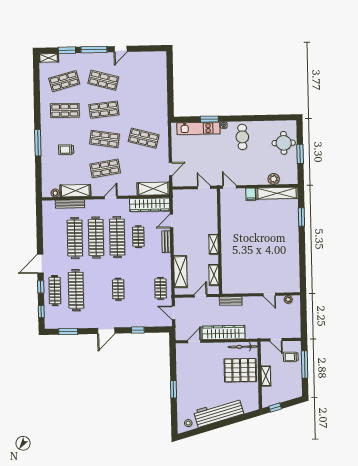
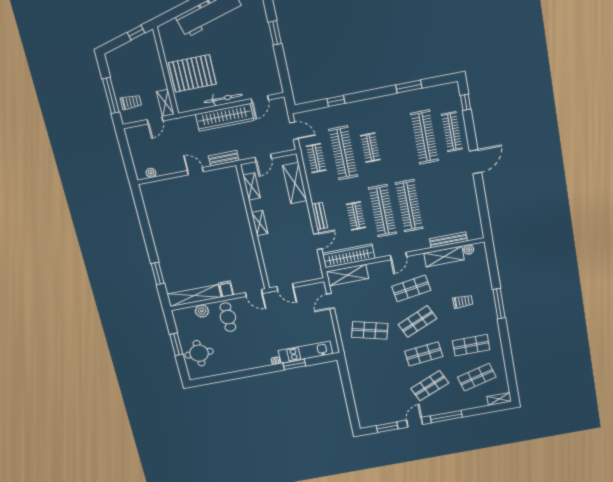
window: (67, 50) -> (387, 427), moved
shop shelf: (103, 80) -> (430, 386), turned -39
cafe table: (242, 137) -> (228, 317), moved
shop shelf: (104, 139) -> (417, 321), turned -33
clothes rail: (75, 238) -> (343, 153), moved
window: (41, 287) -> (471, 133), removed
door: (269, 294) -> (195, 171), moved
door: (106, 331) -> (377, 93), removed
window: (68, 332) -> (409, 87), moved
door: (276, 340) -> (155, 120), swing flipped
bicycle: (243, 347) -> (223, 98), moved
shelving: (266, 376) -> (165, 103), moved

